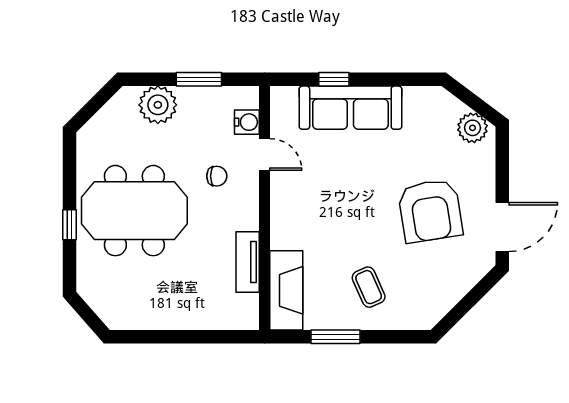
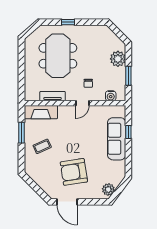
door: (265, 154) -> (82, 103), moved
meeting table: (134, 211) -> (58, 56), moved

